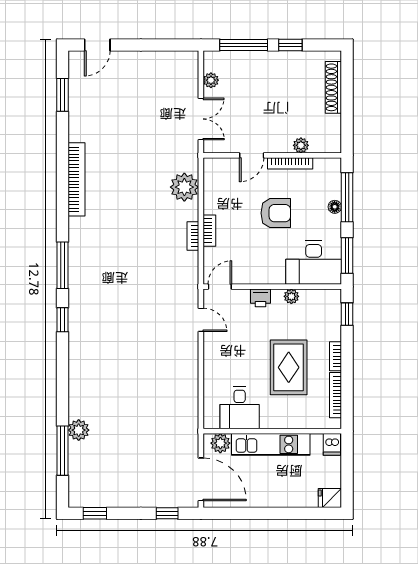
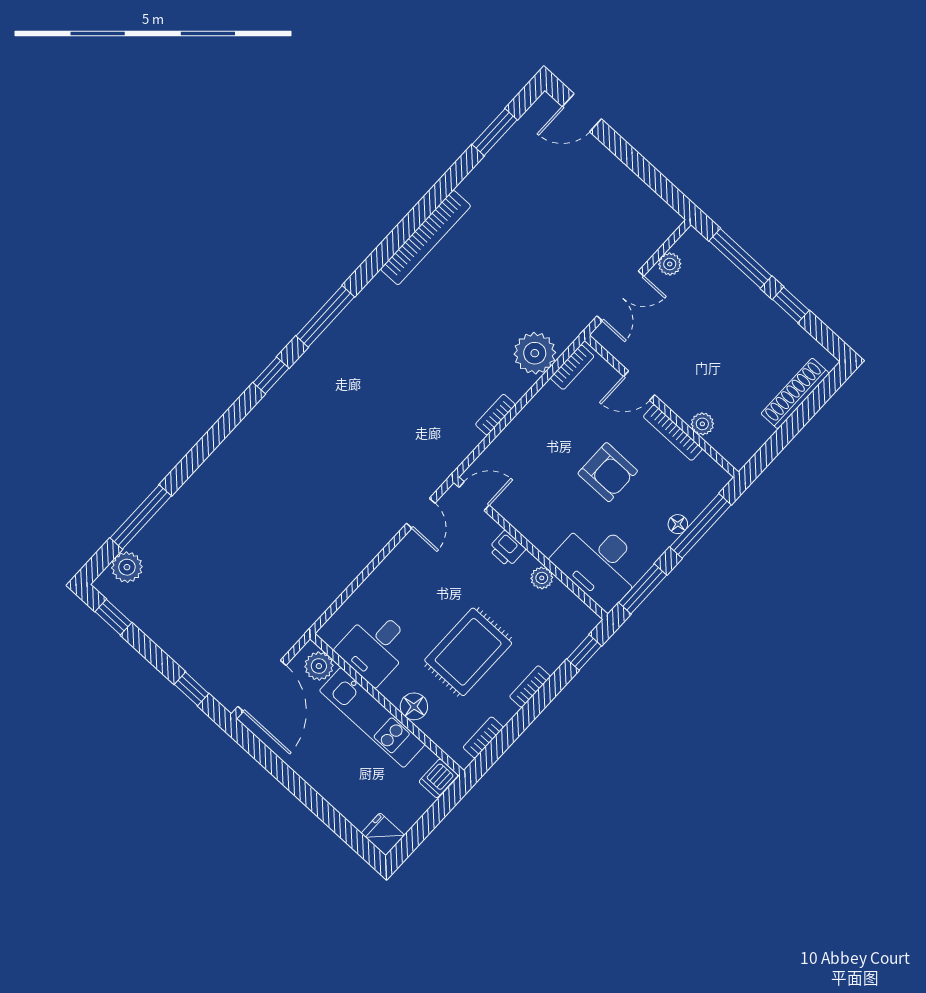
bookcase: (209, 231) -> (572, 367), moved
bookcase: (336, 395) -> (483, 737), width x0.64
floor lamp: (287, 420) -> (414, 706), added
plant: (79, 430) -> (127, 567), moved

